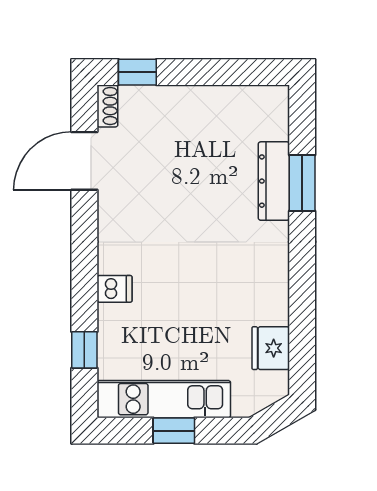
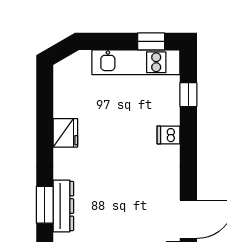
fridge: (271, 348) -> (65, 133), moved
window: (174, 431) -> (151, 41), moved

